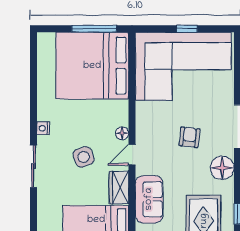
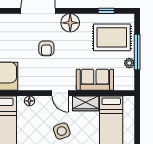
floor lamp: (122, 133) -> (29, 101), moved
armchair: (189, 137) -> (46, 48), turned -97

